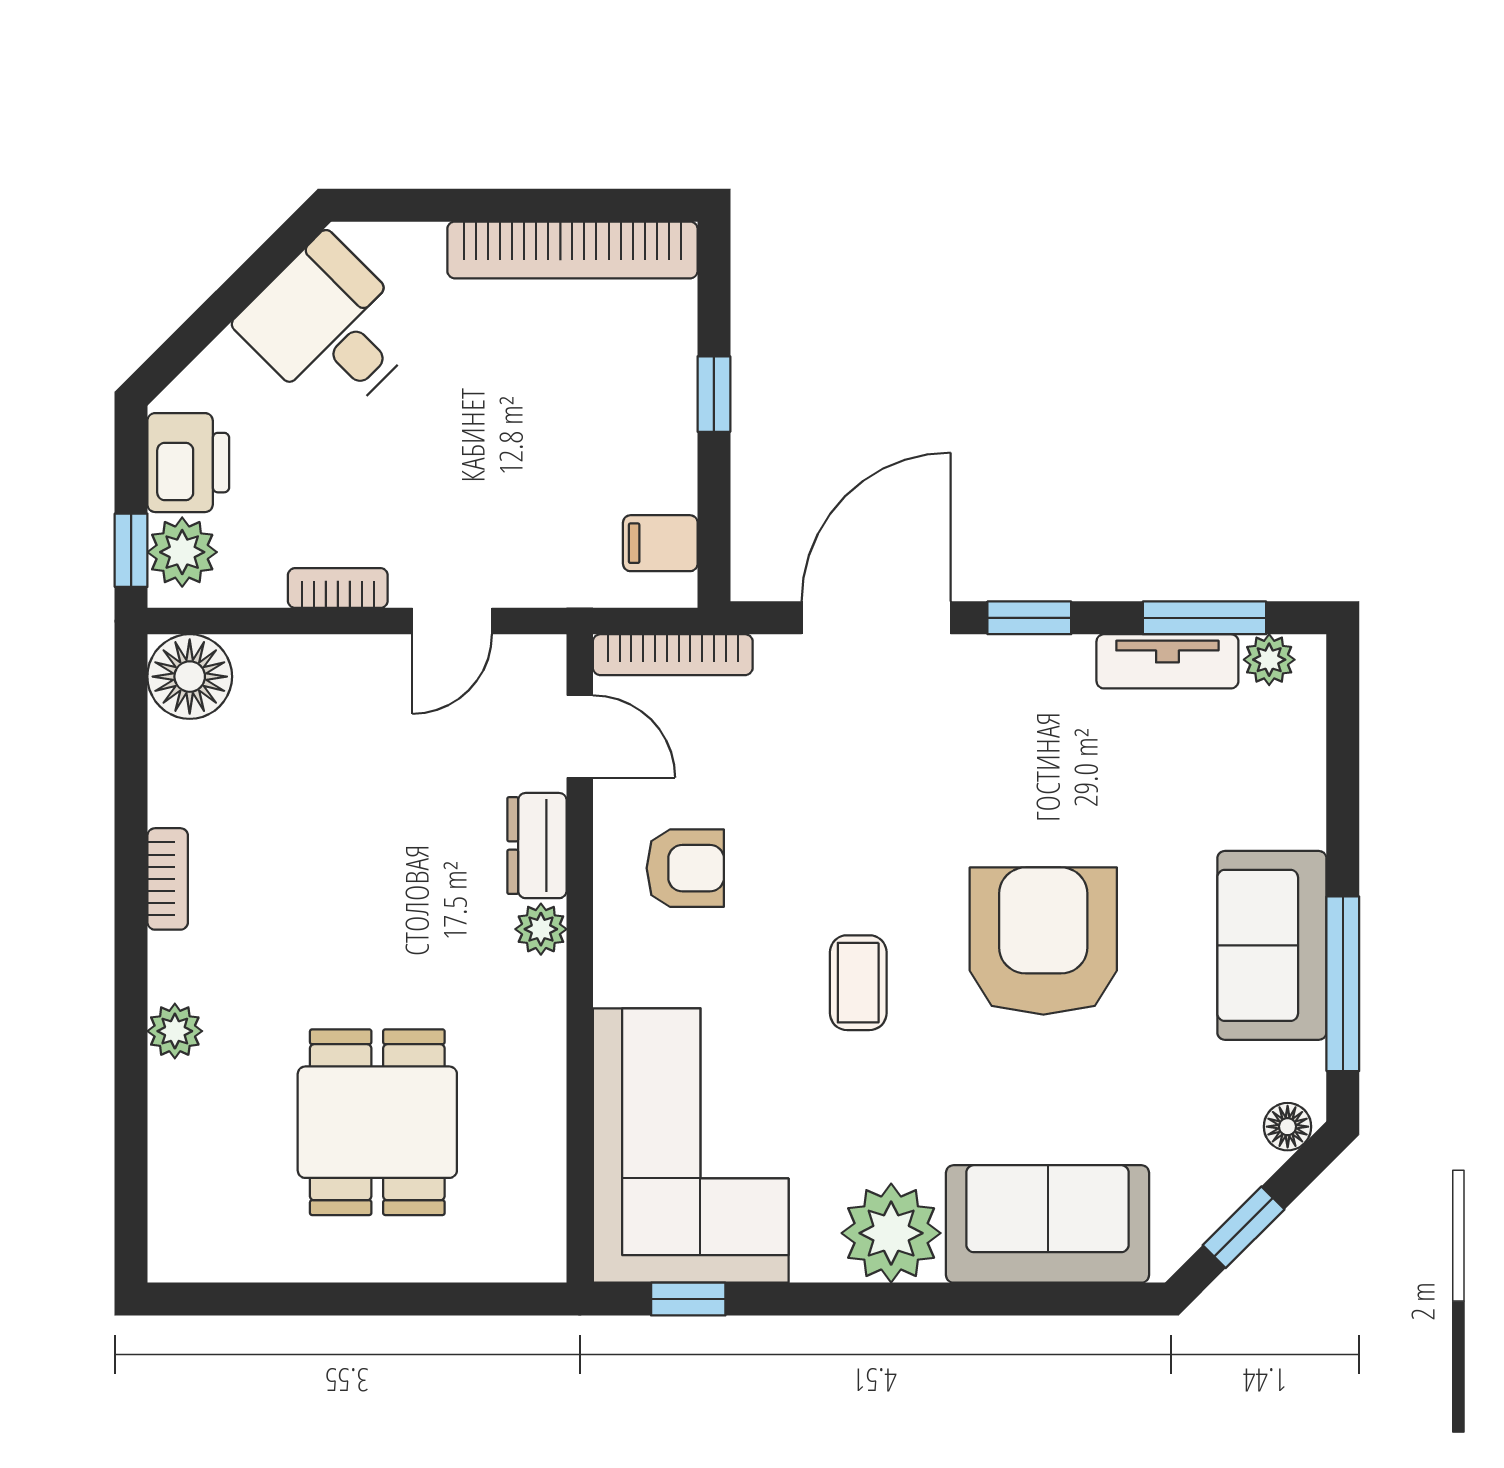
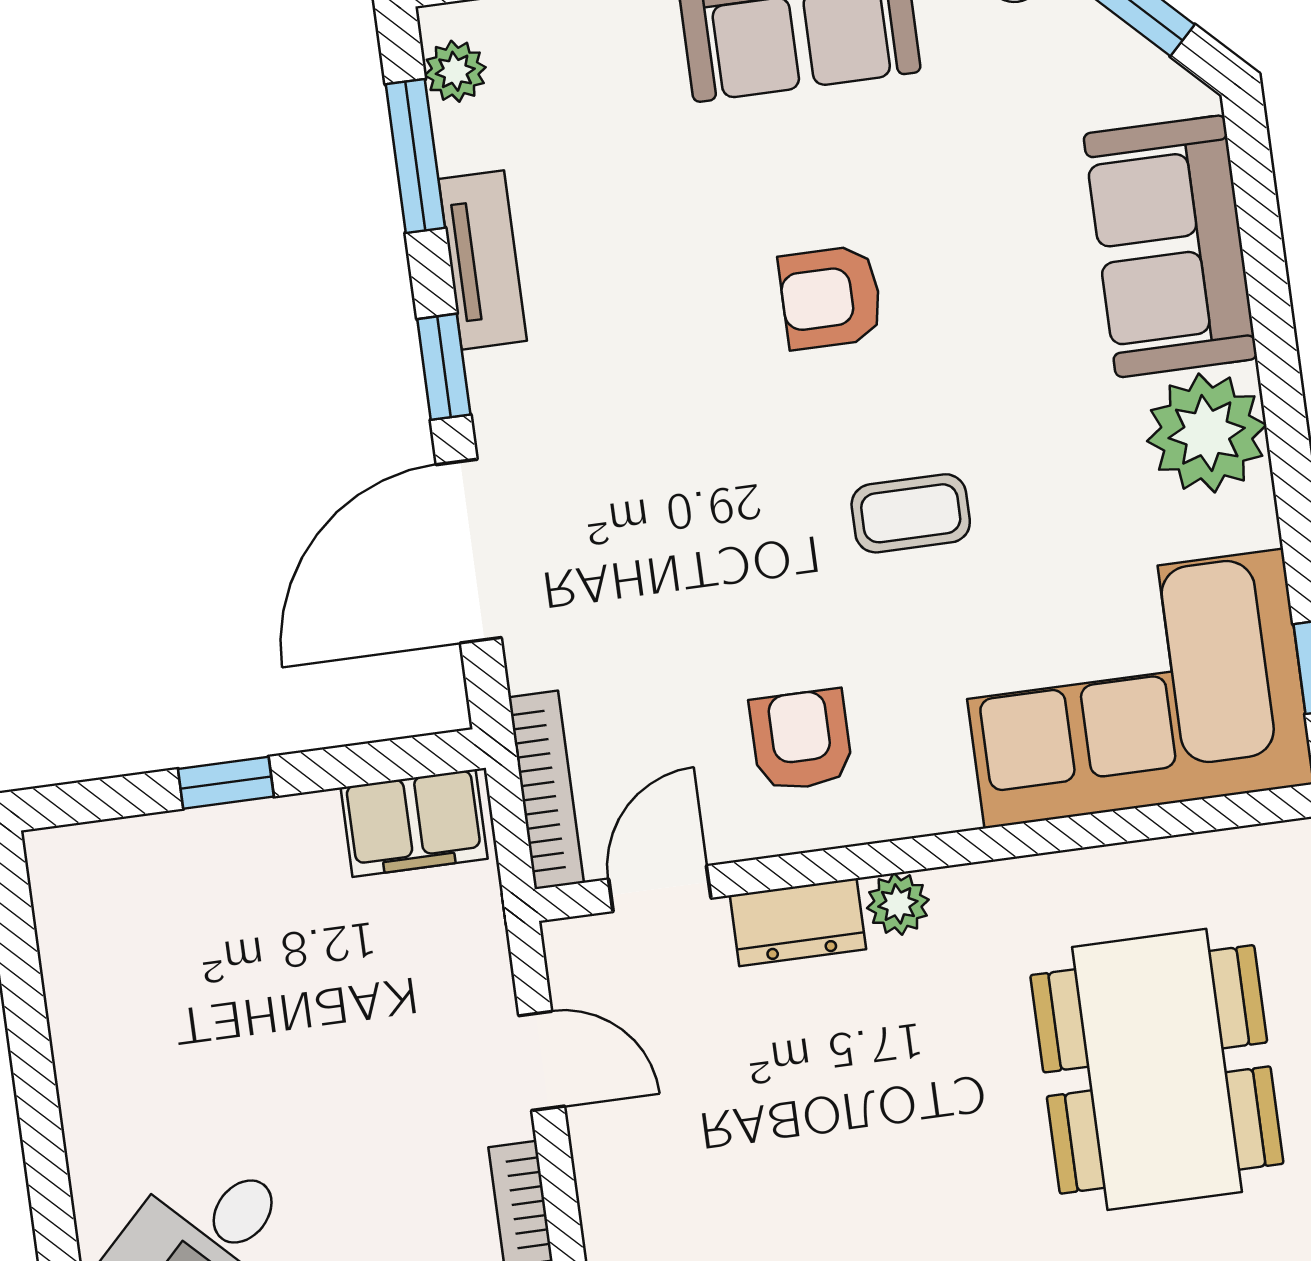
bookcase: (572, 250) -> (75, 976), removed
filing cabinet: (660, 543) -> (414, 823), width x2.00
door: (876, 618) -> (469, 551), hinge flipped
tv unit: (1167, 661) -> (483, 260), moved
armchair: (1043, 941) -> (831, 297), width x0.53, depth x0.53
dining table: (377, 1122) -> (1157, 1069), width x1.38

